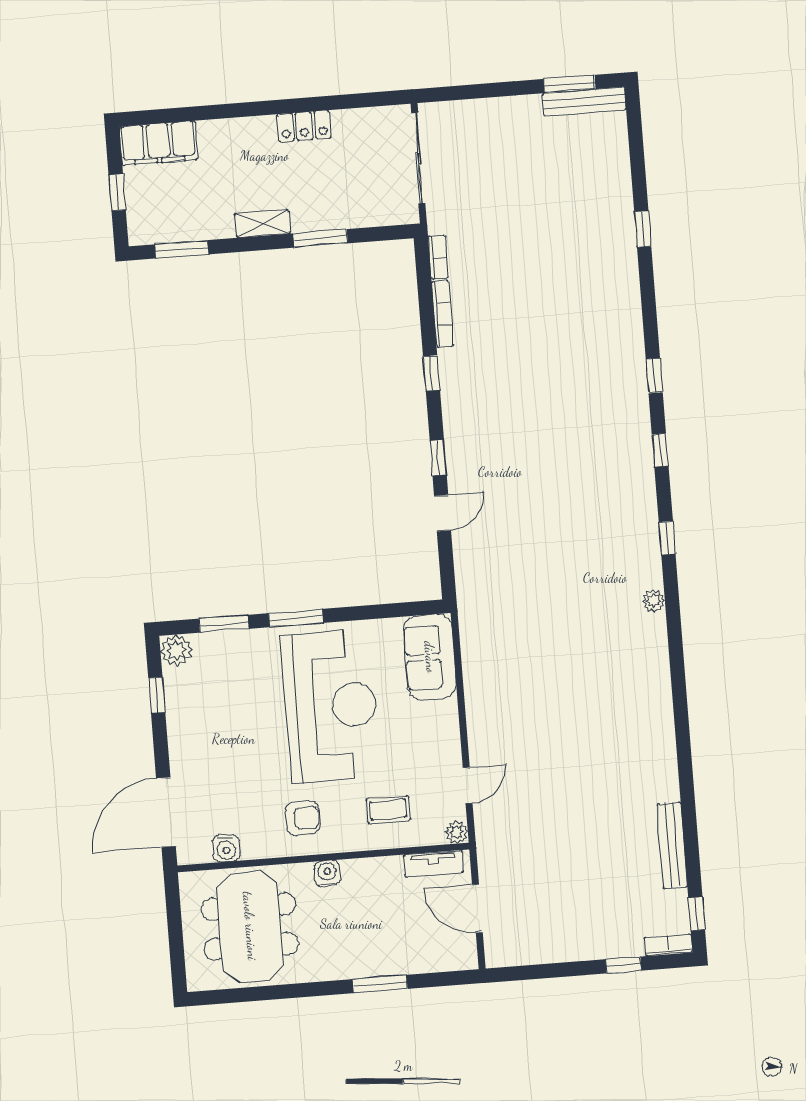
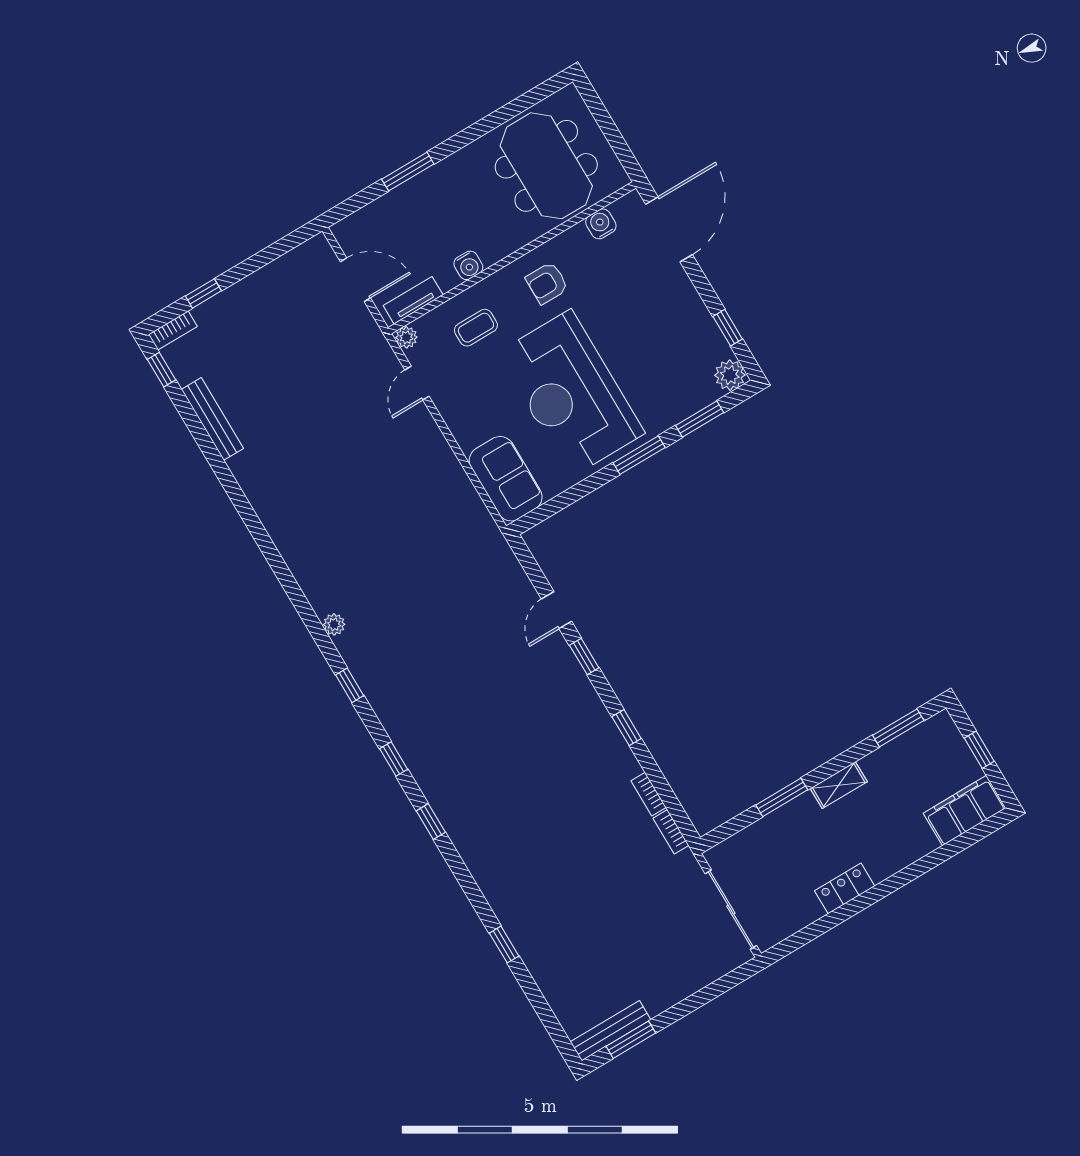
bookcase: (442, 314) -> (649, 794), width x0.64
water cooler: (327, 873) -> (468, 265), moved

